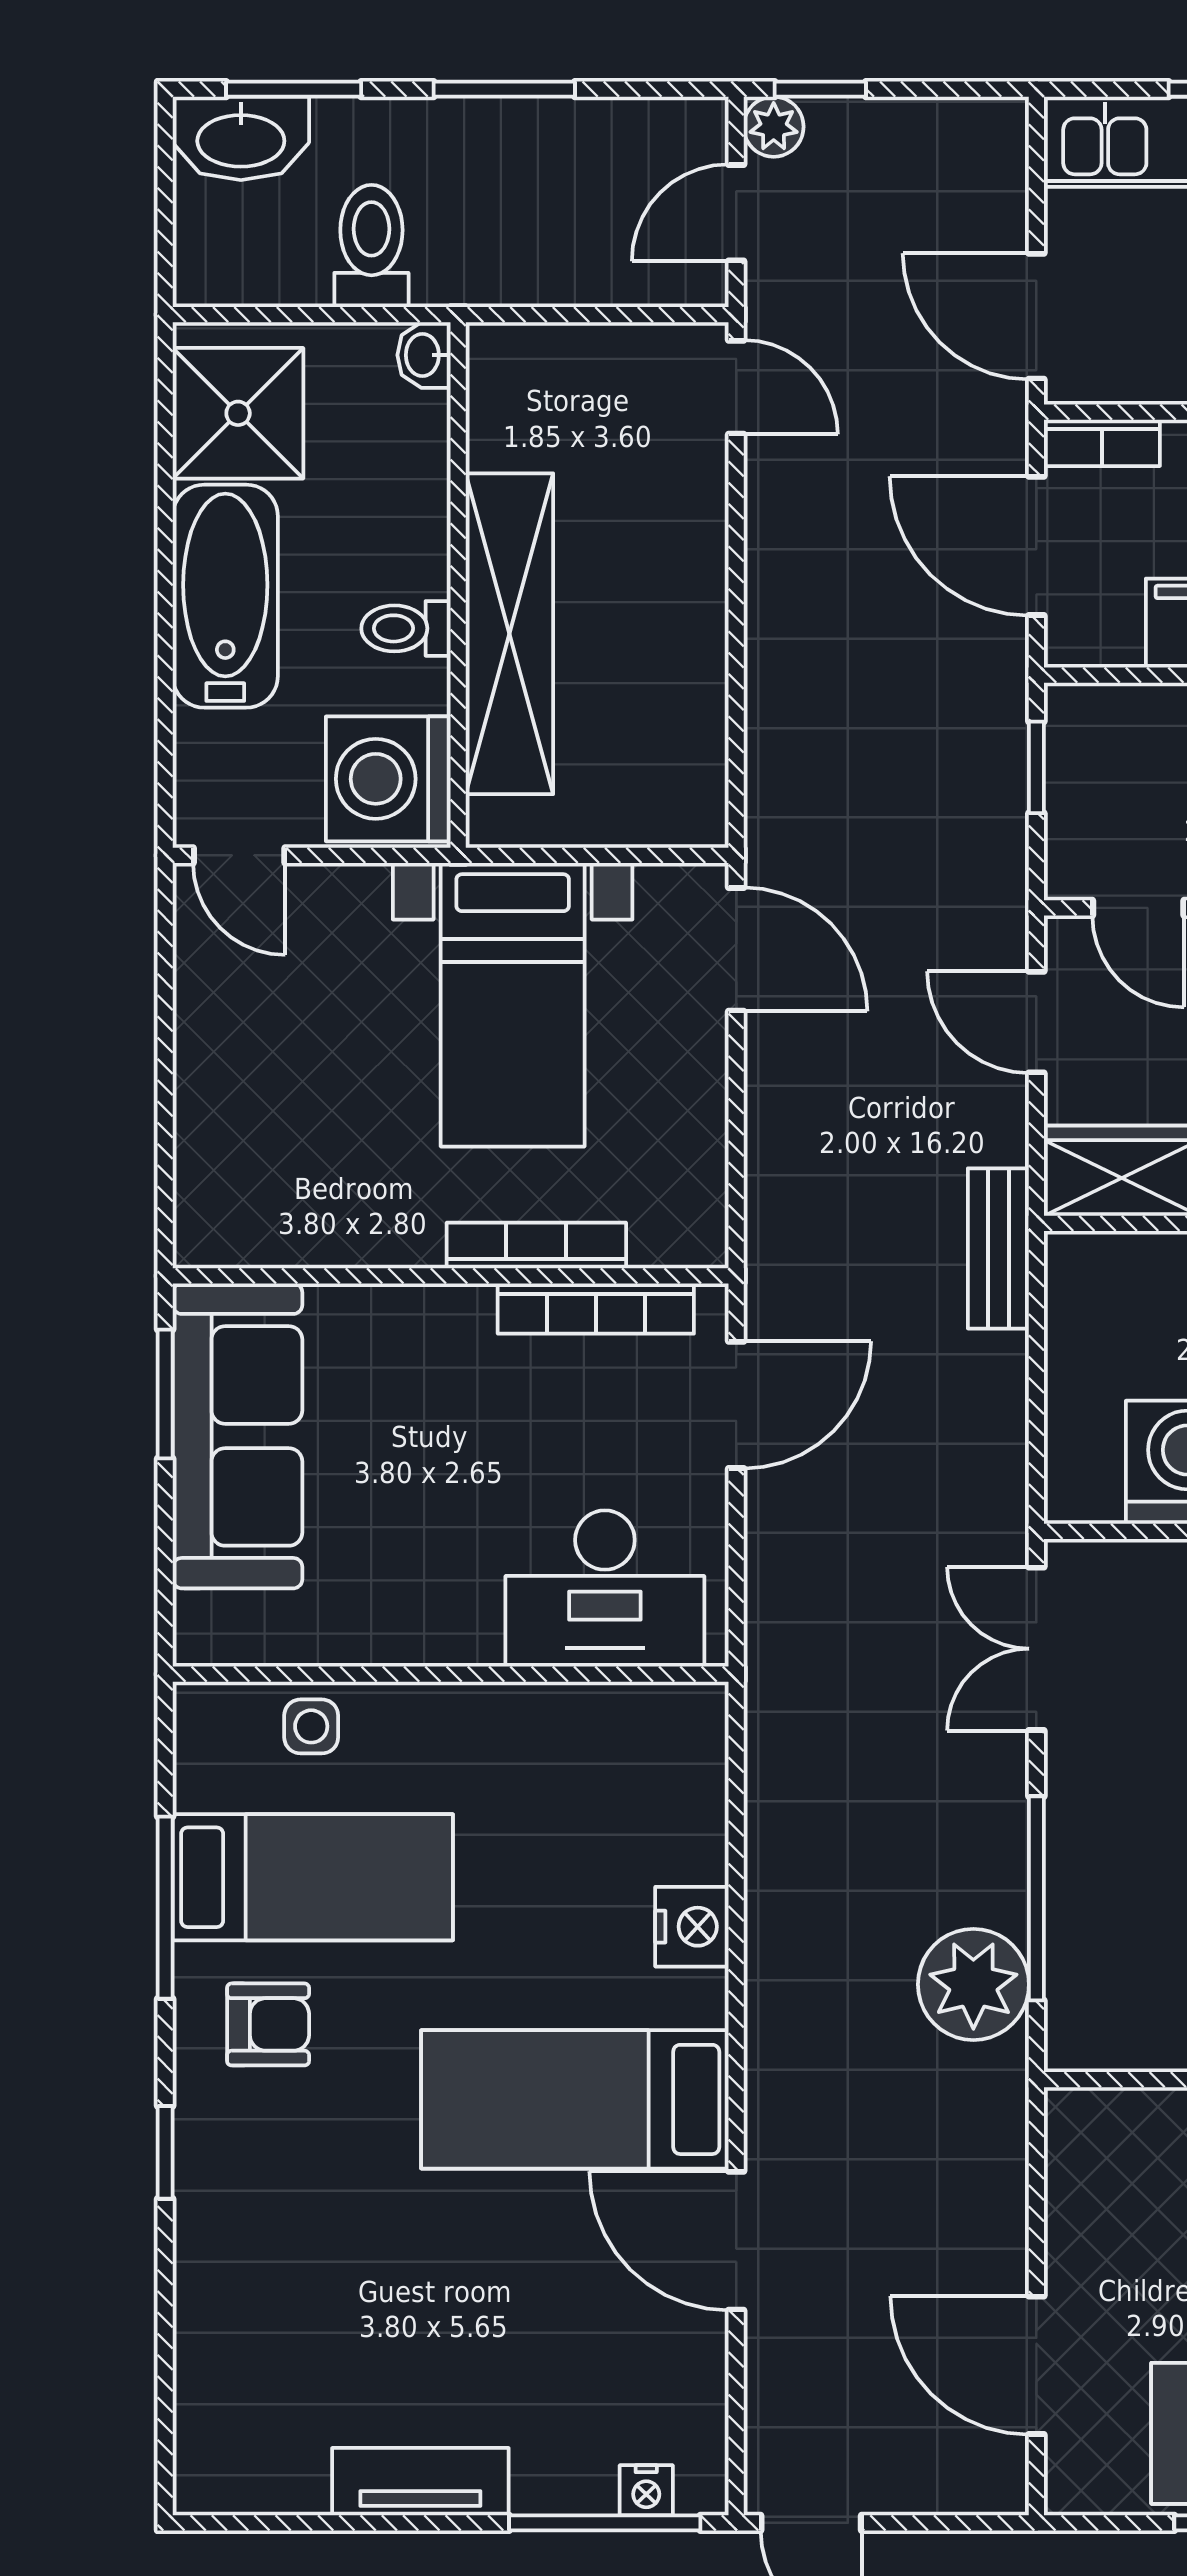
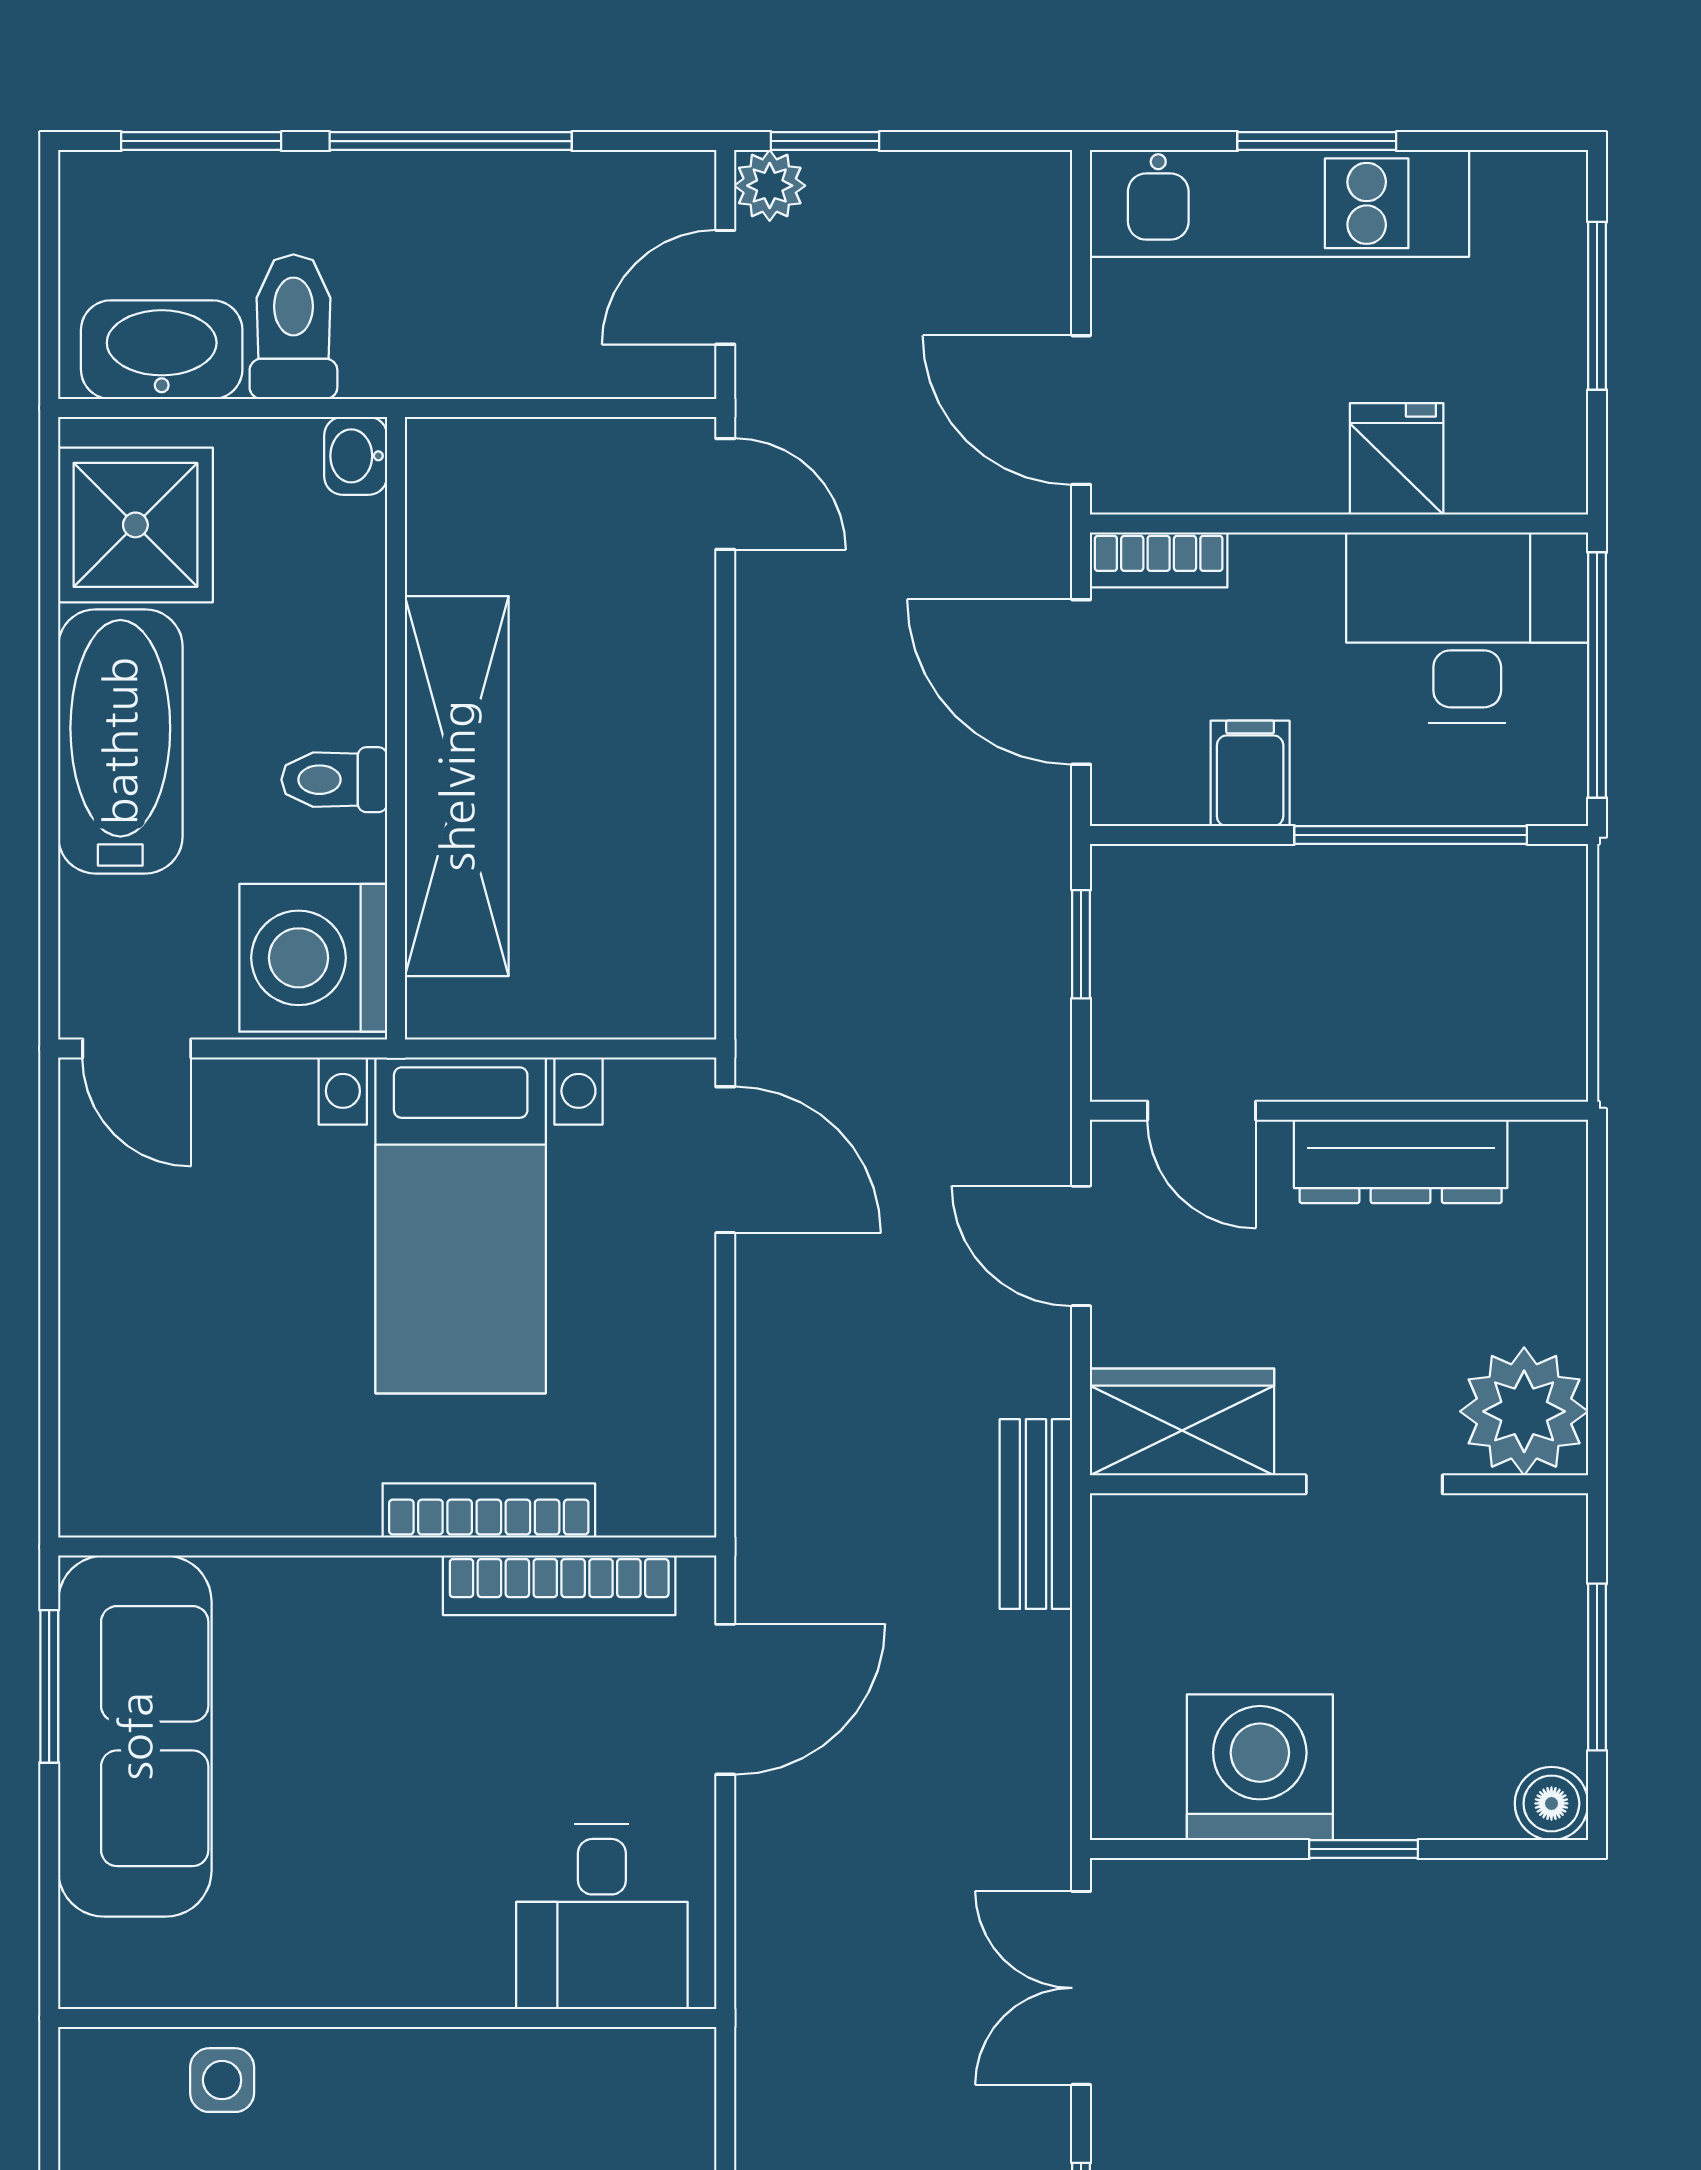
window: (504, 89) -> (451, 141), width x1.44
washbasin: (241, 138) -> (162, 350), moved, turned 180
desk: (605, 1588) -> (602, 1917), width x0.73

